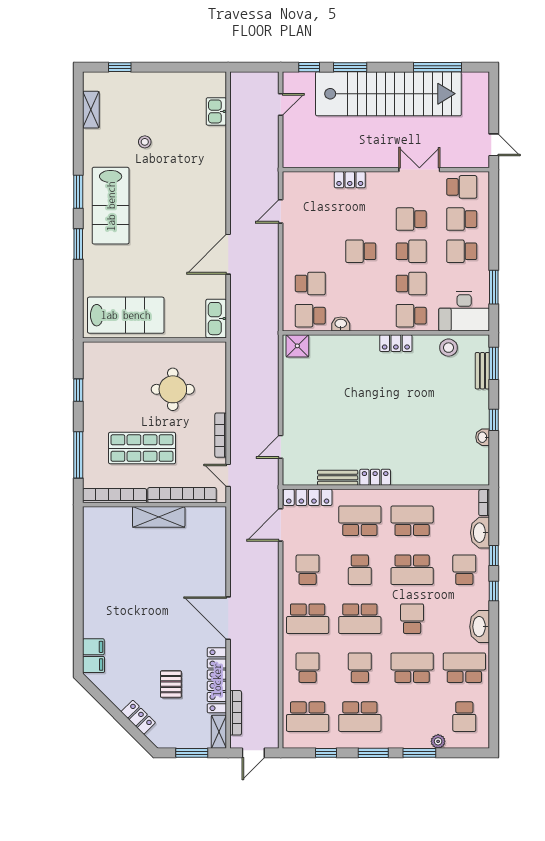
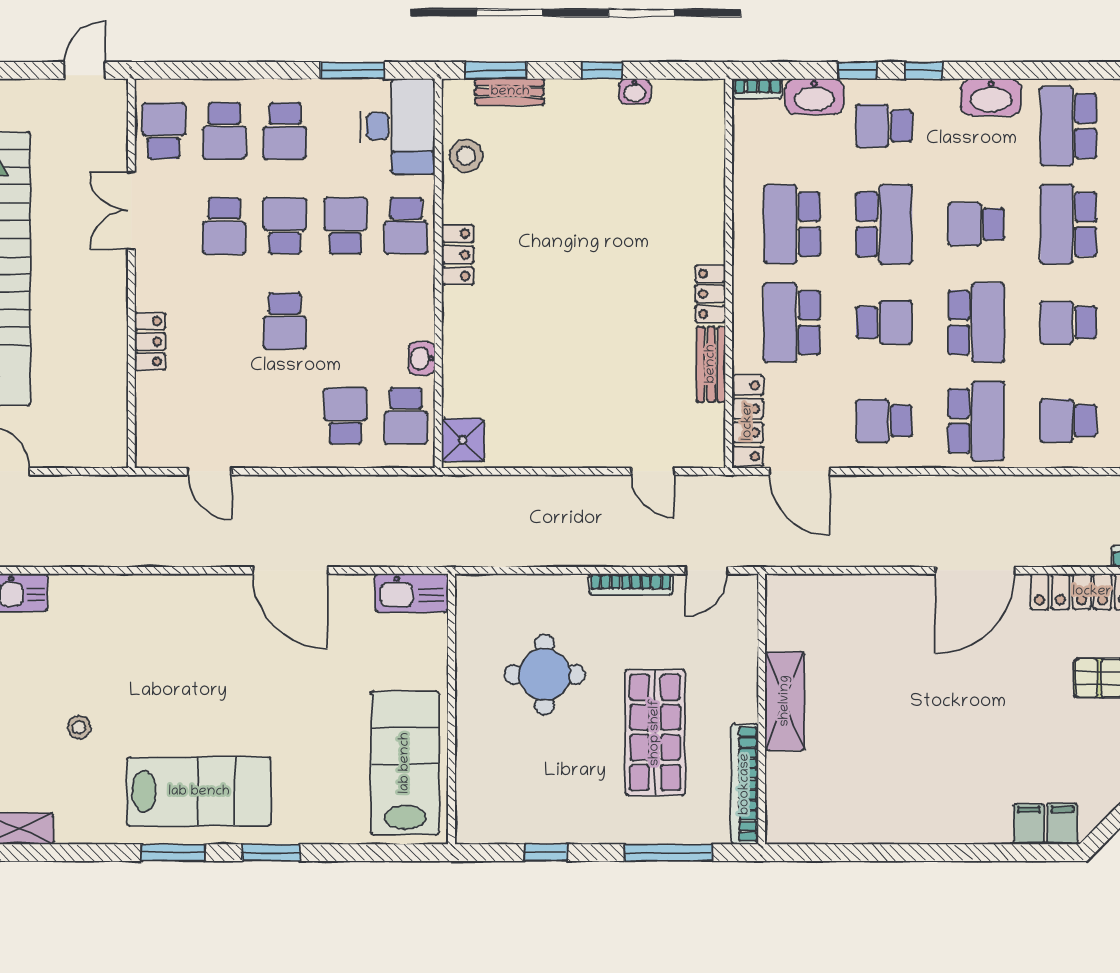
bookcase: (182, 495) -> (744, 657), removed

